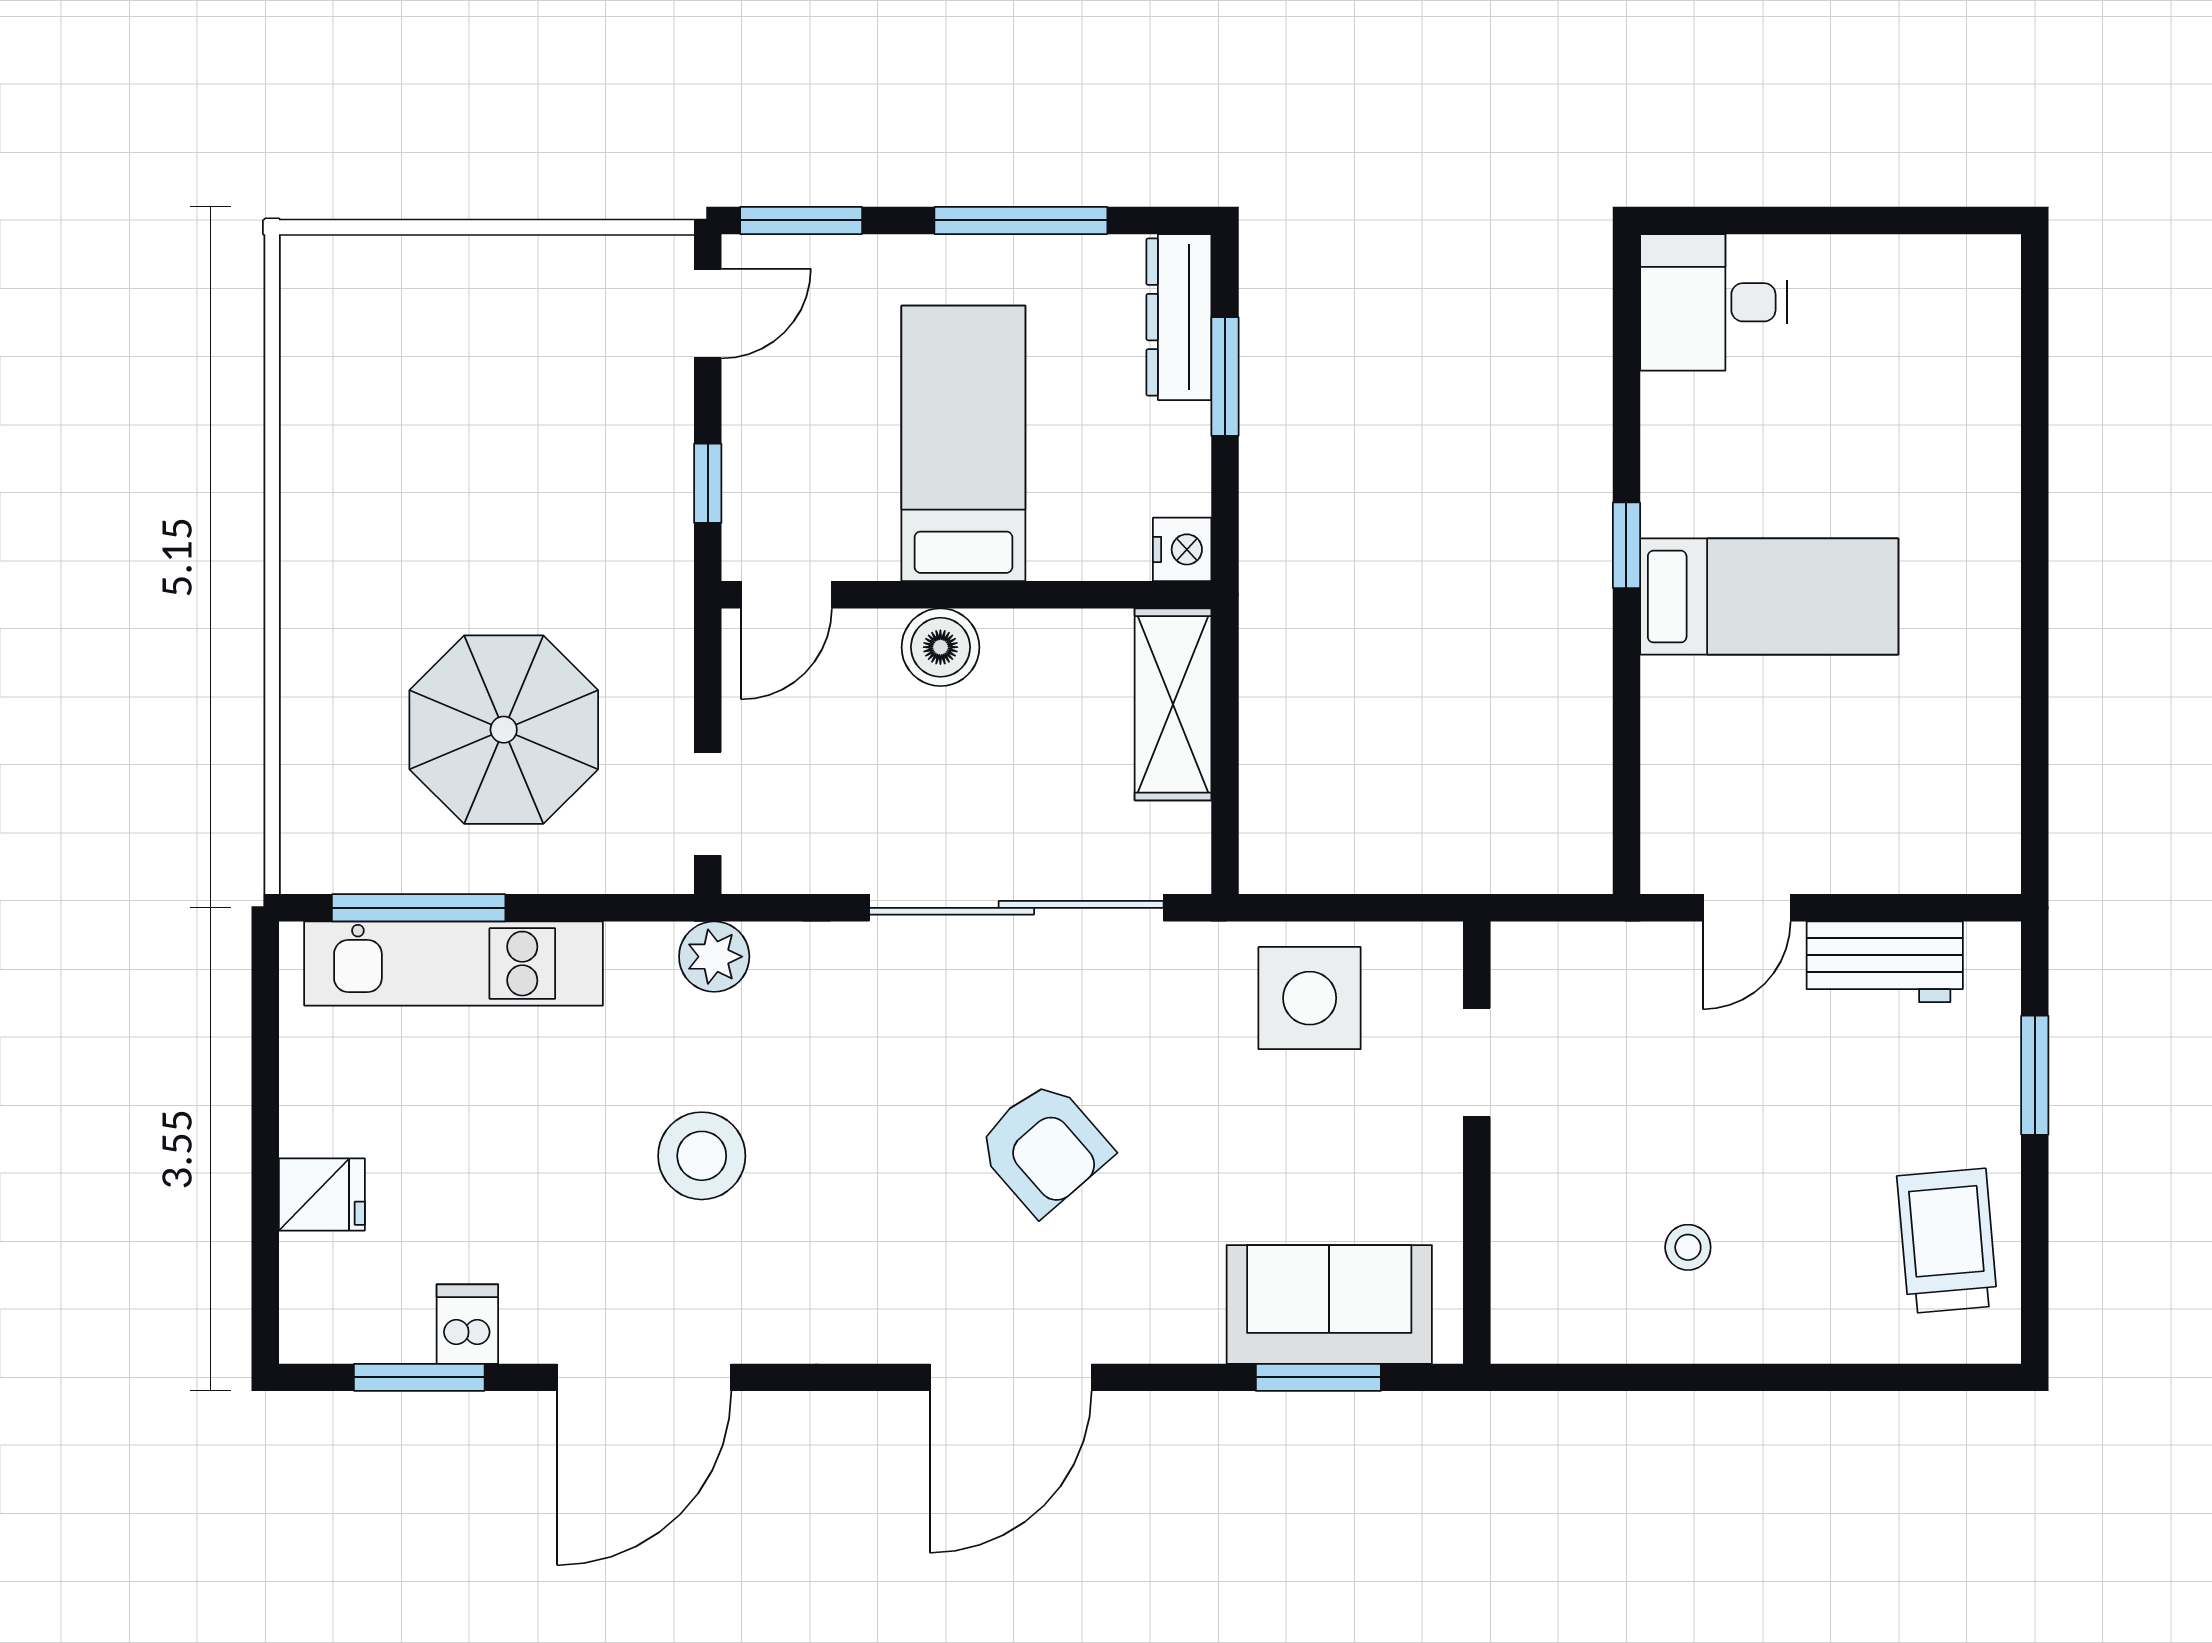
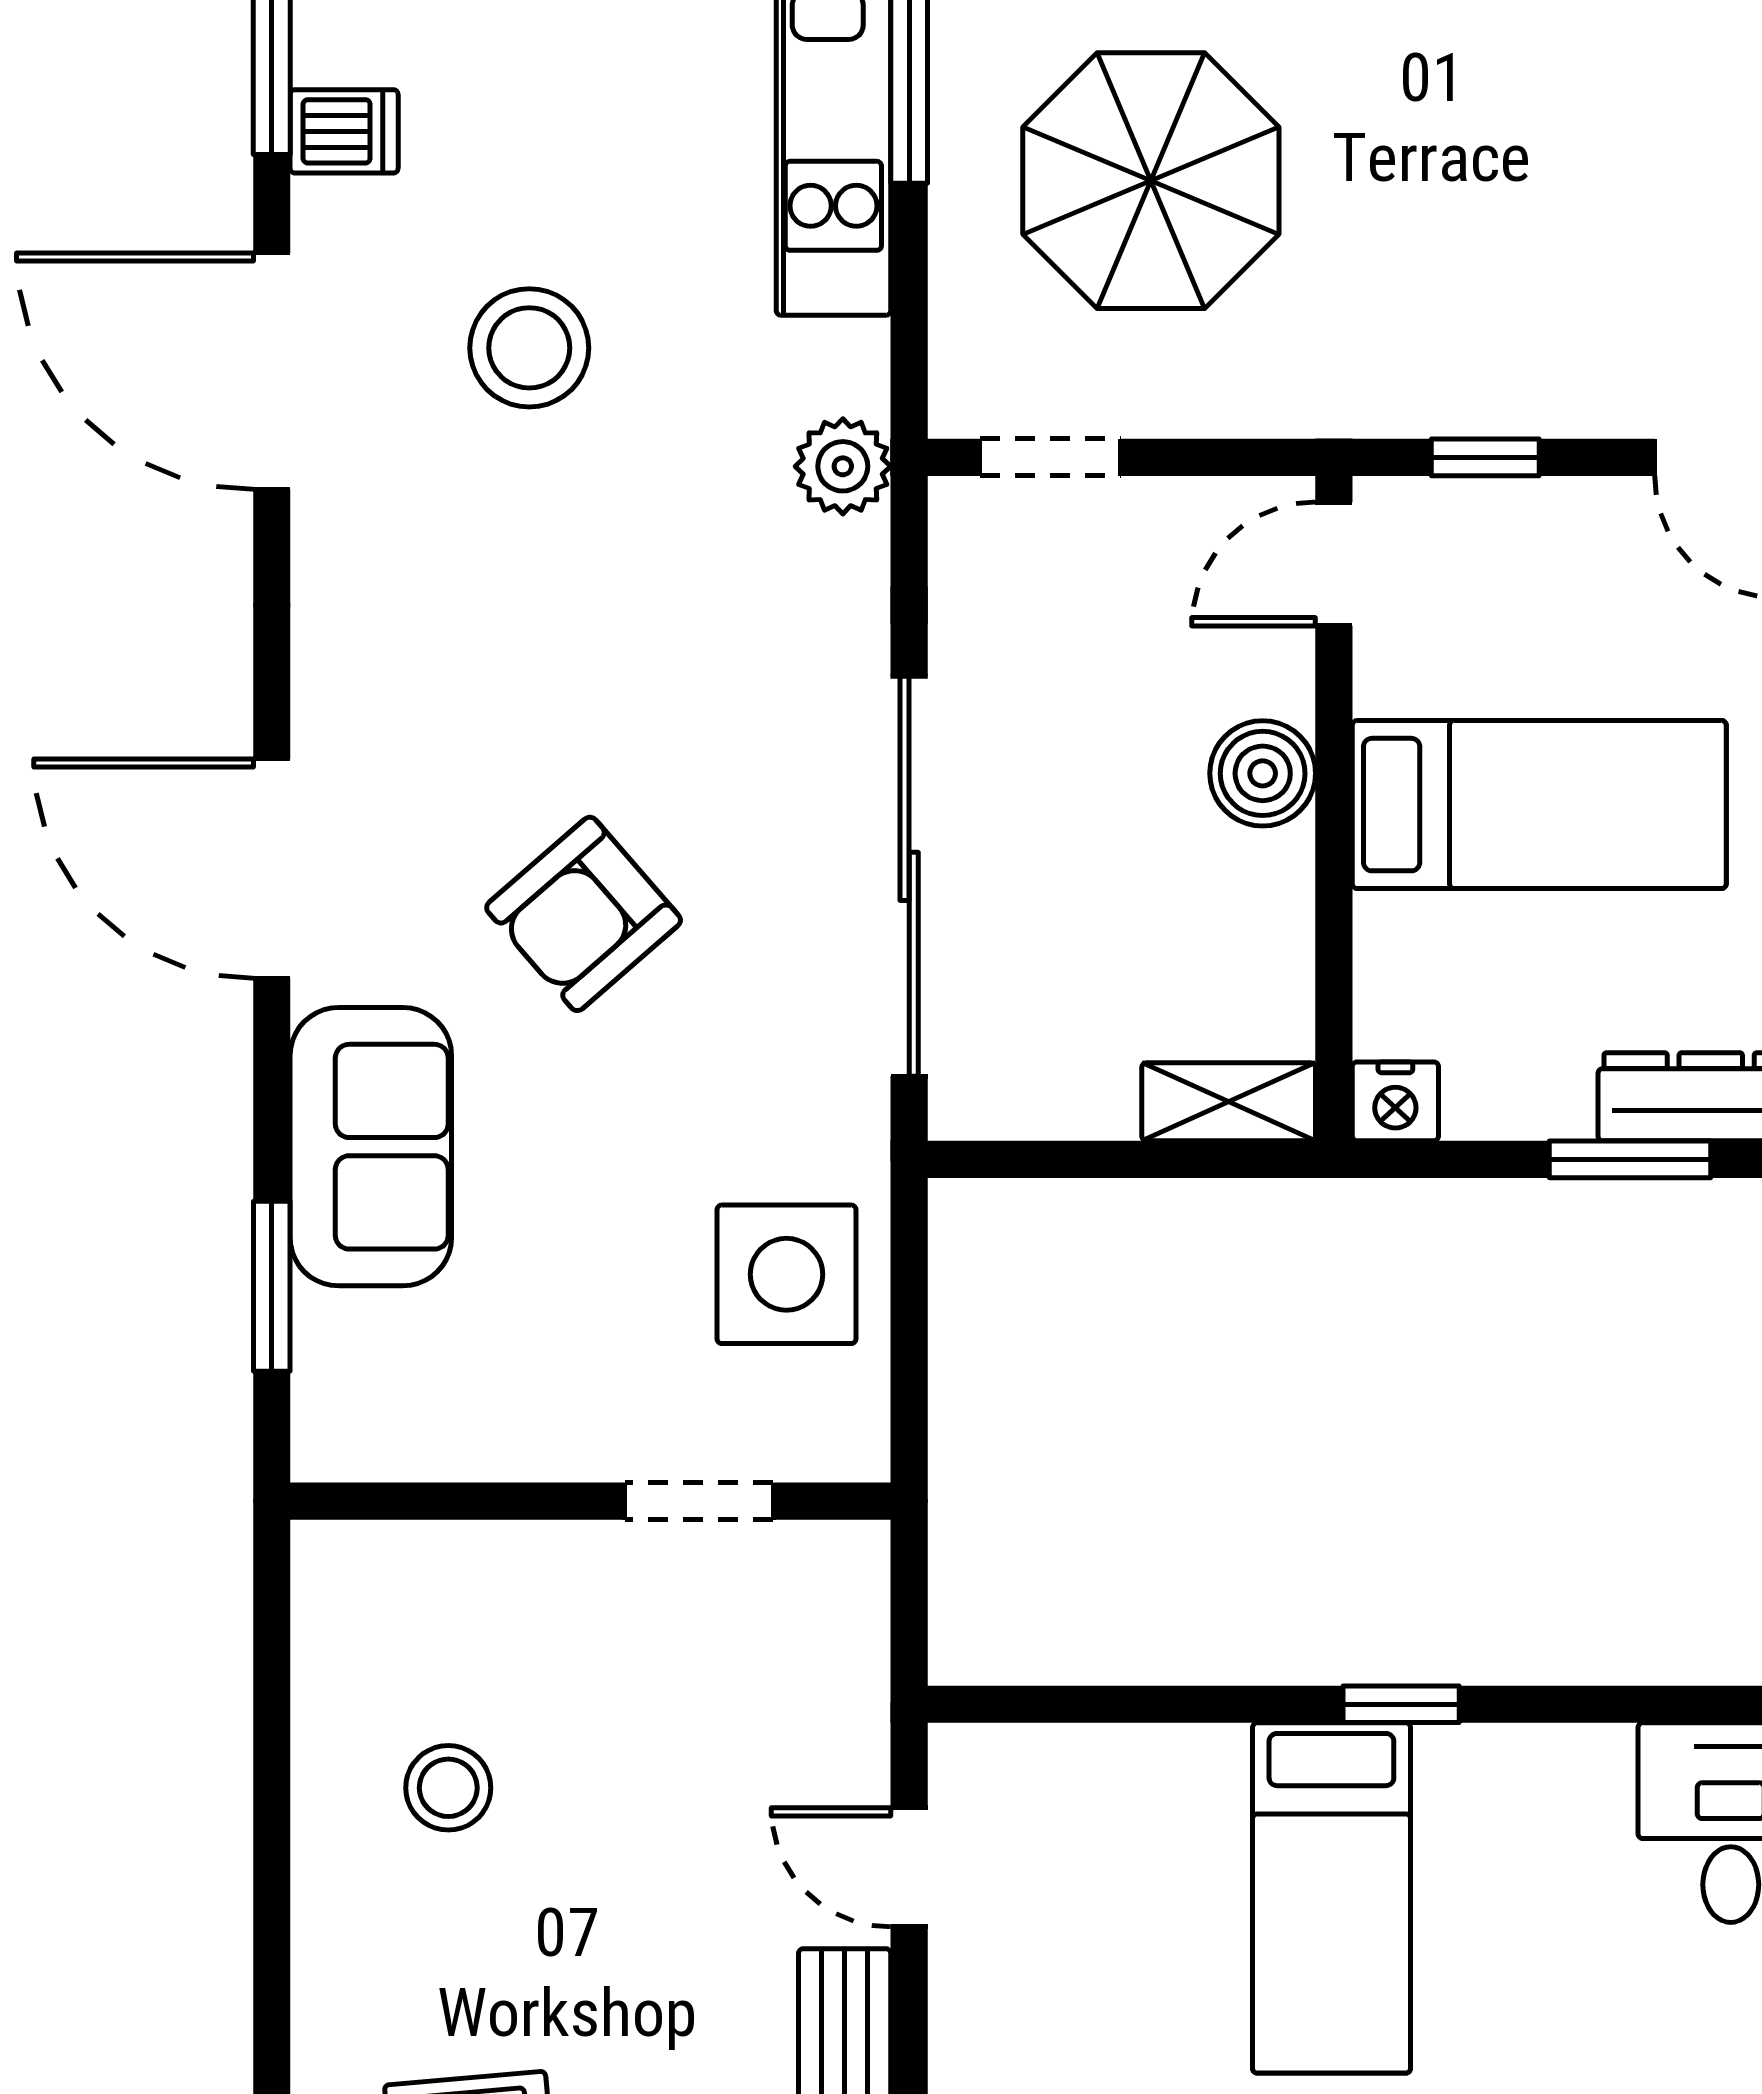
door: (786, 595) -> (1334, 564), hinge flipped
shelving: (1173, 704) -> (1229, 1102), width x0.67, depth x0.75
stool: (702, 1156) -> (529, 348), moved
stool: (1688, 1247) -> (448, 1788), width x1.37, depth x1.37
sofa: (1329, 1304) -> (371, 1147), moved

